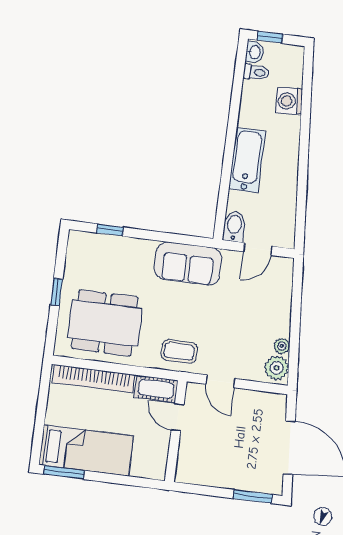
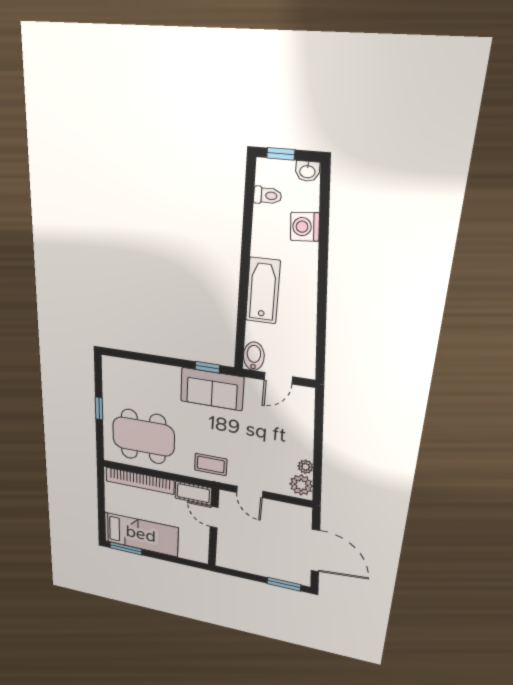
washbasin: (255, 52) -> (307, 171), moved, turned 90
window: (110, 230) -> (207, 367), moved

